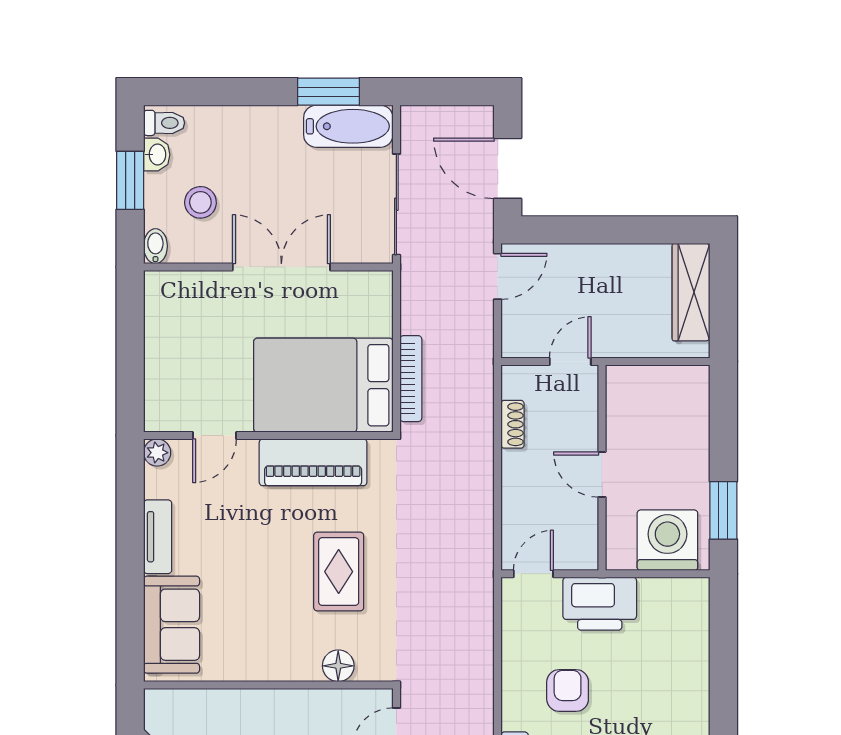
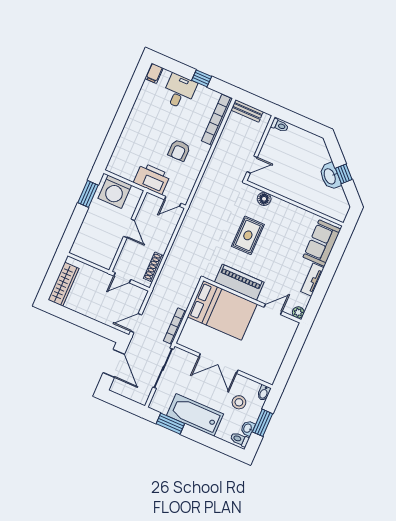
bathtub: (348, 126) -> (195, 415), moved, width x1.36, depth x1.36
bookcase: (411, 379) -> (175, 326), moved
shoe rack: (513, 424) -> (154, 267), width x1.43

